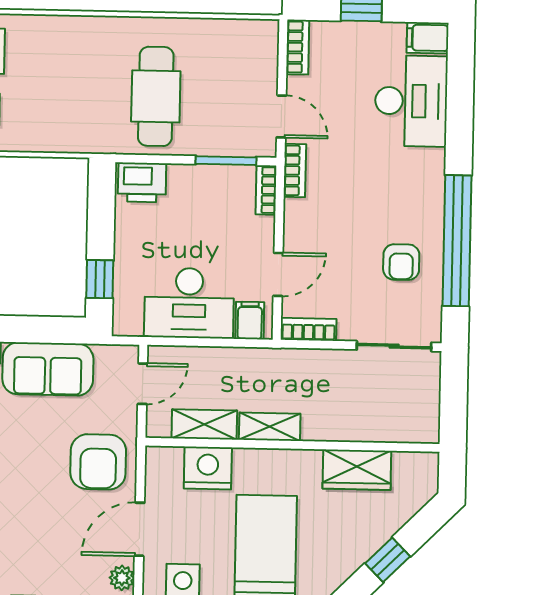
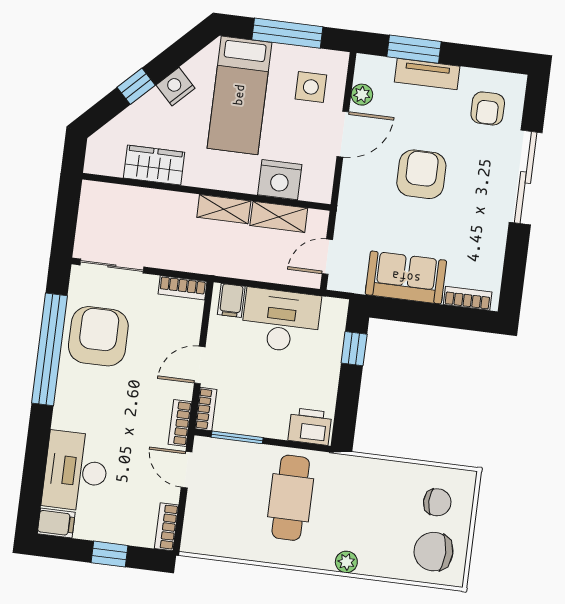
plant: (83, 28) -> (346, 562), added
armchair: (401, 262) -> (98, 336), width x1.88, depth x1.88
door: (278, 274) -> (200, 365), moved
armchair: (98, 462) -> (421, 174), moved
nightstand: (341, 564) -> (176, 87), added

